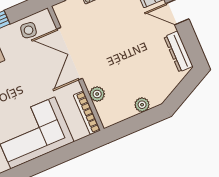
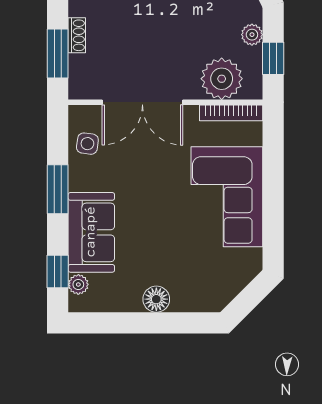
plant: (97, 94) -> (222, 79), width x1.87, depth x1.87
window: (133, 125) -> (273, 58), added

